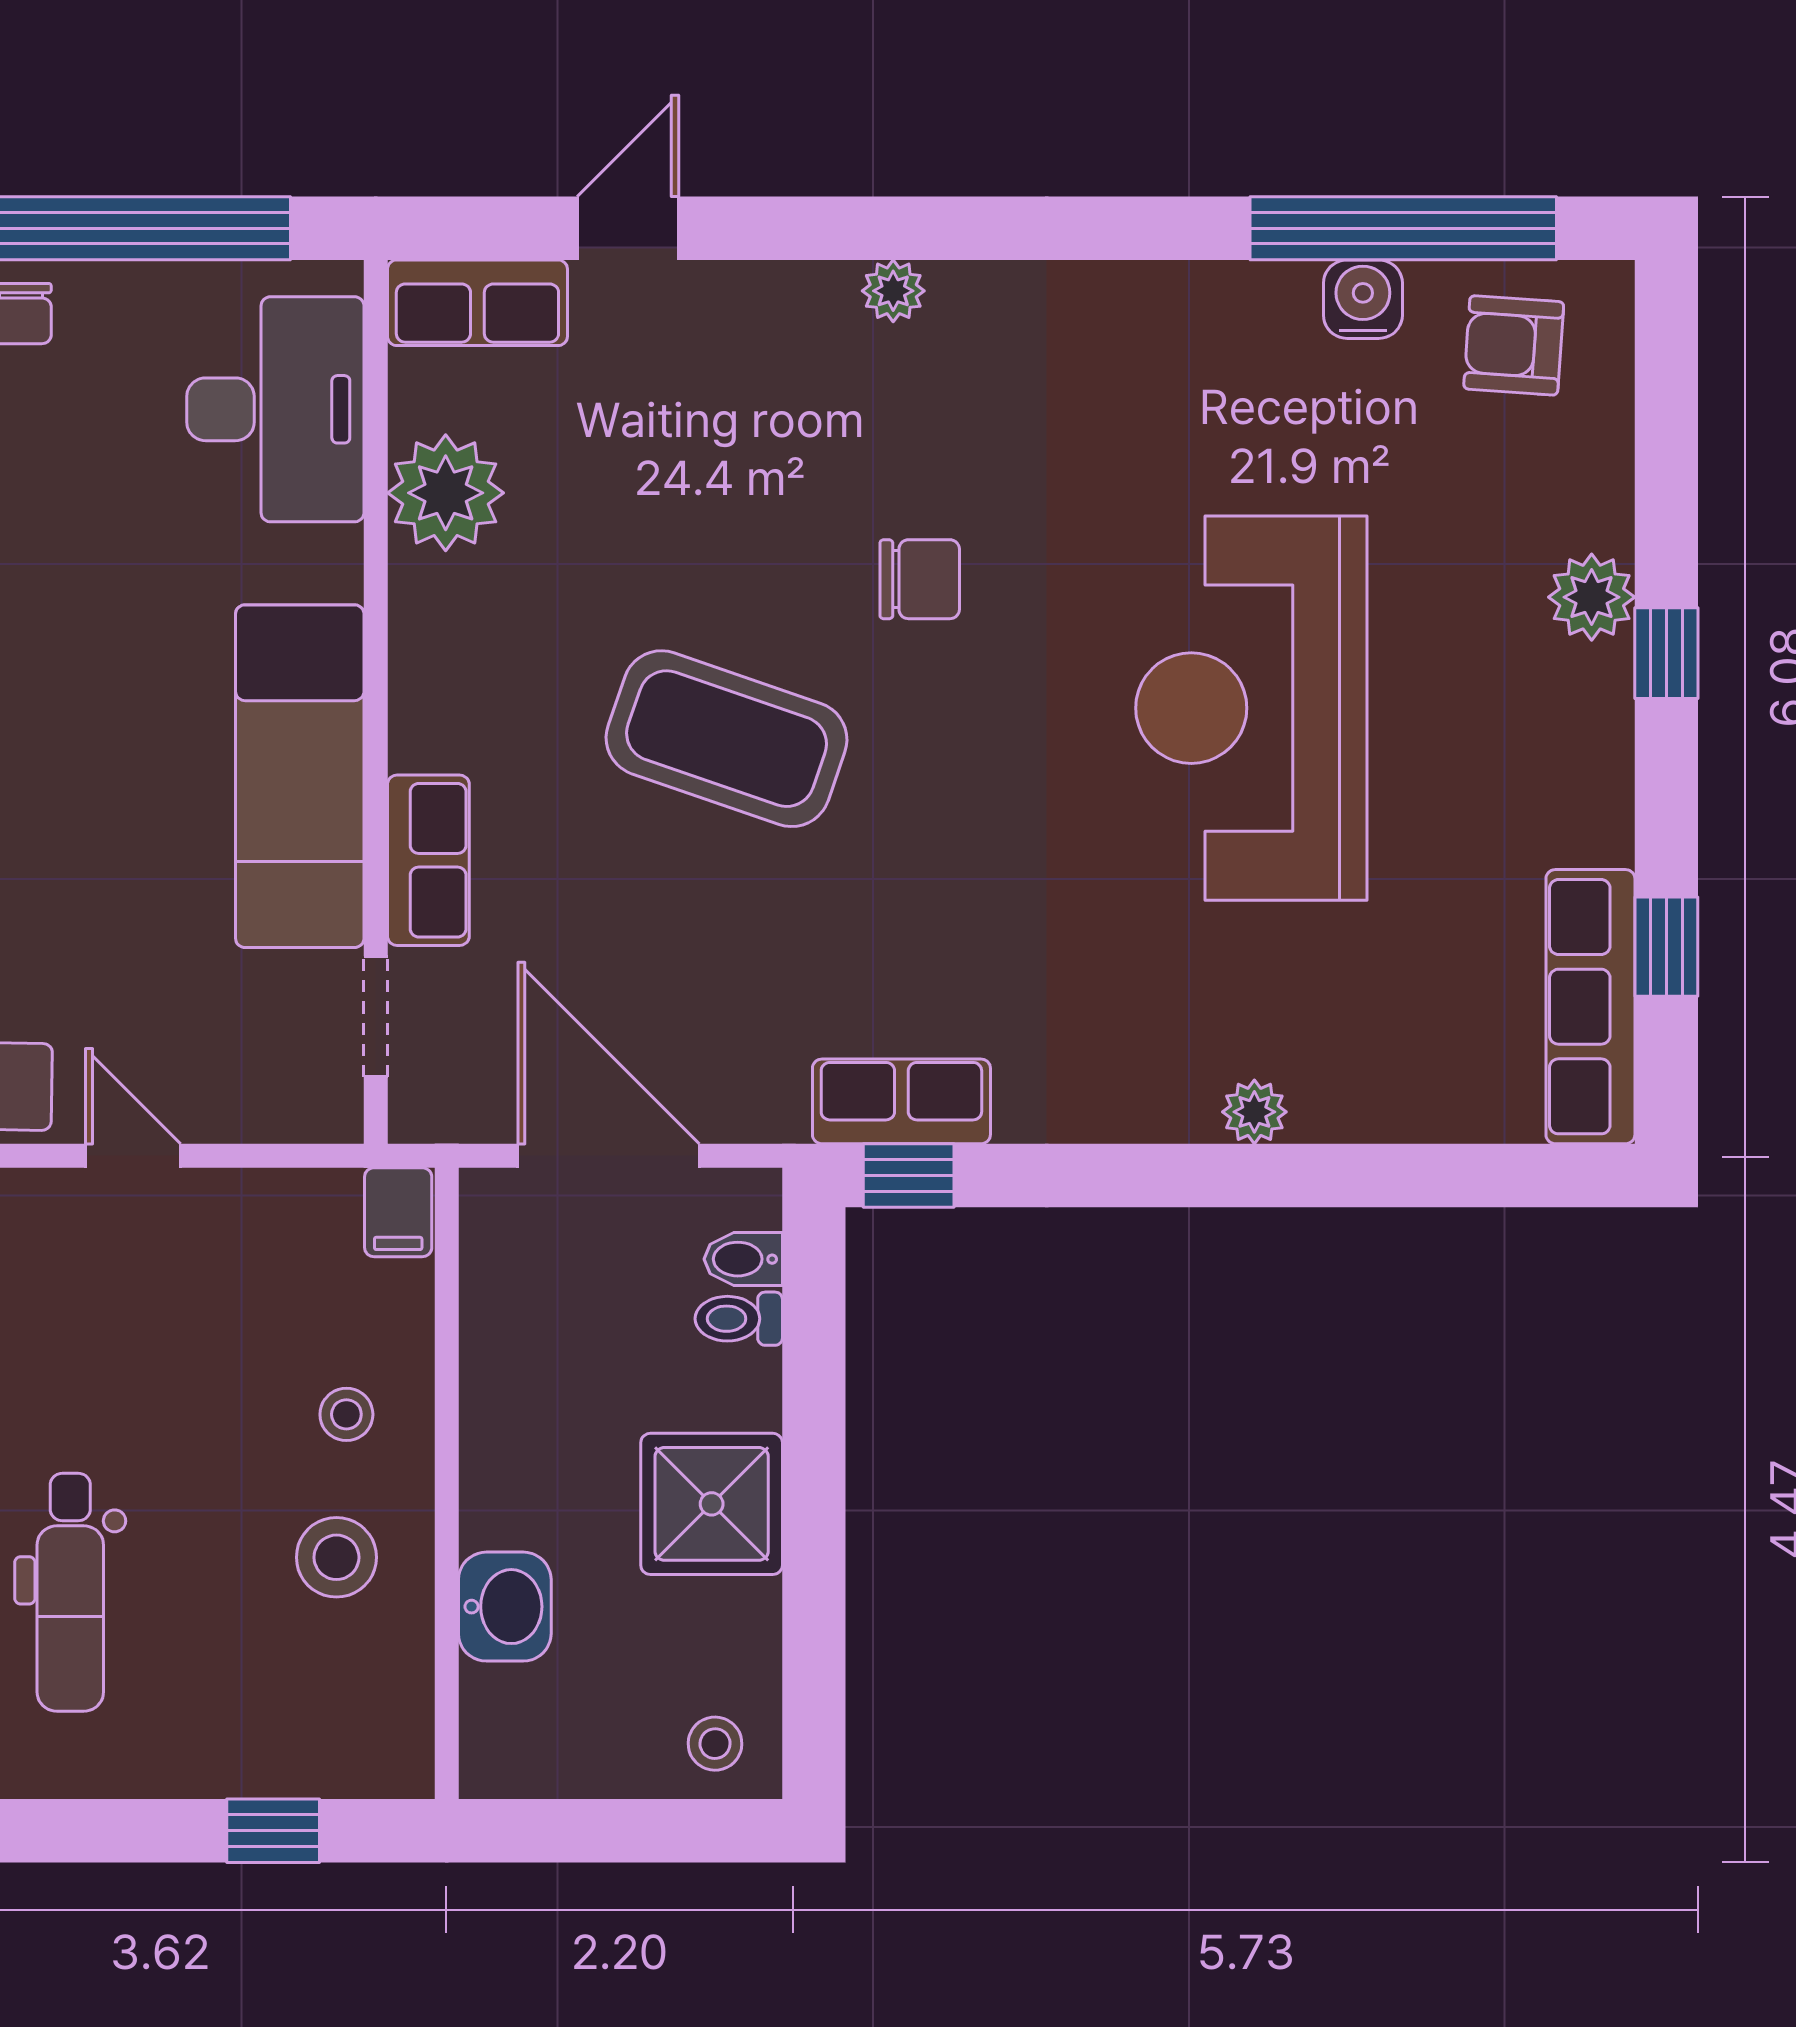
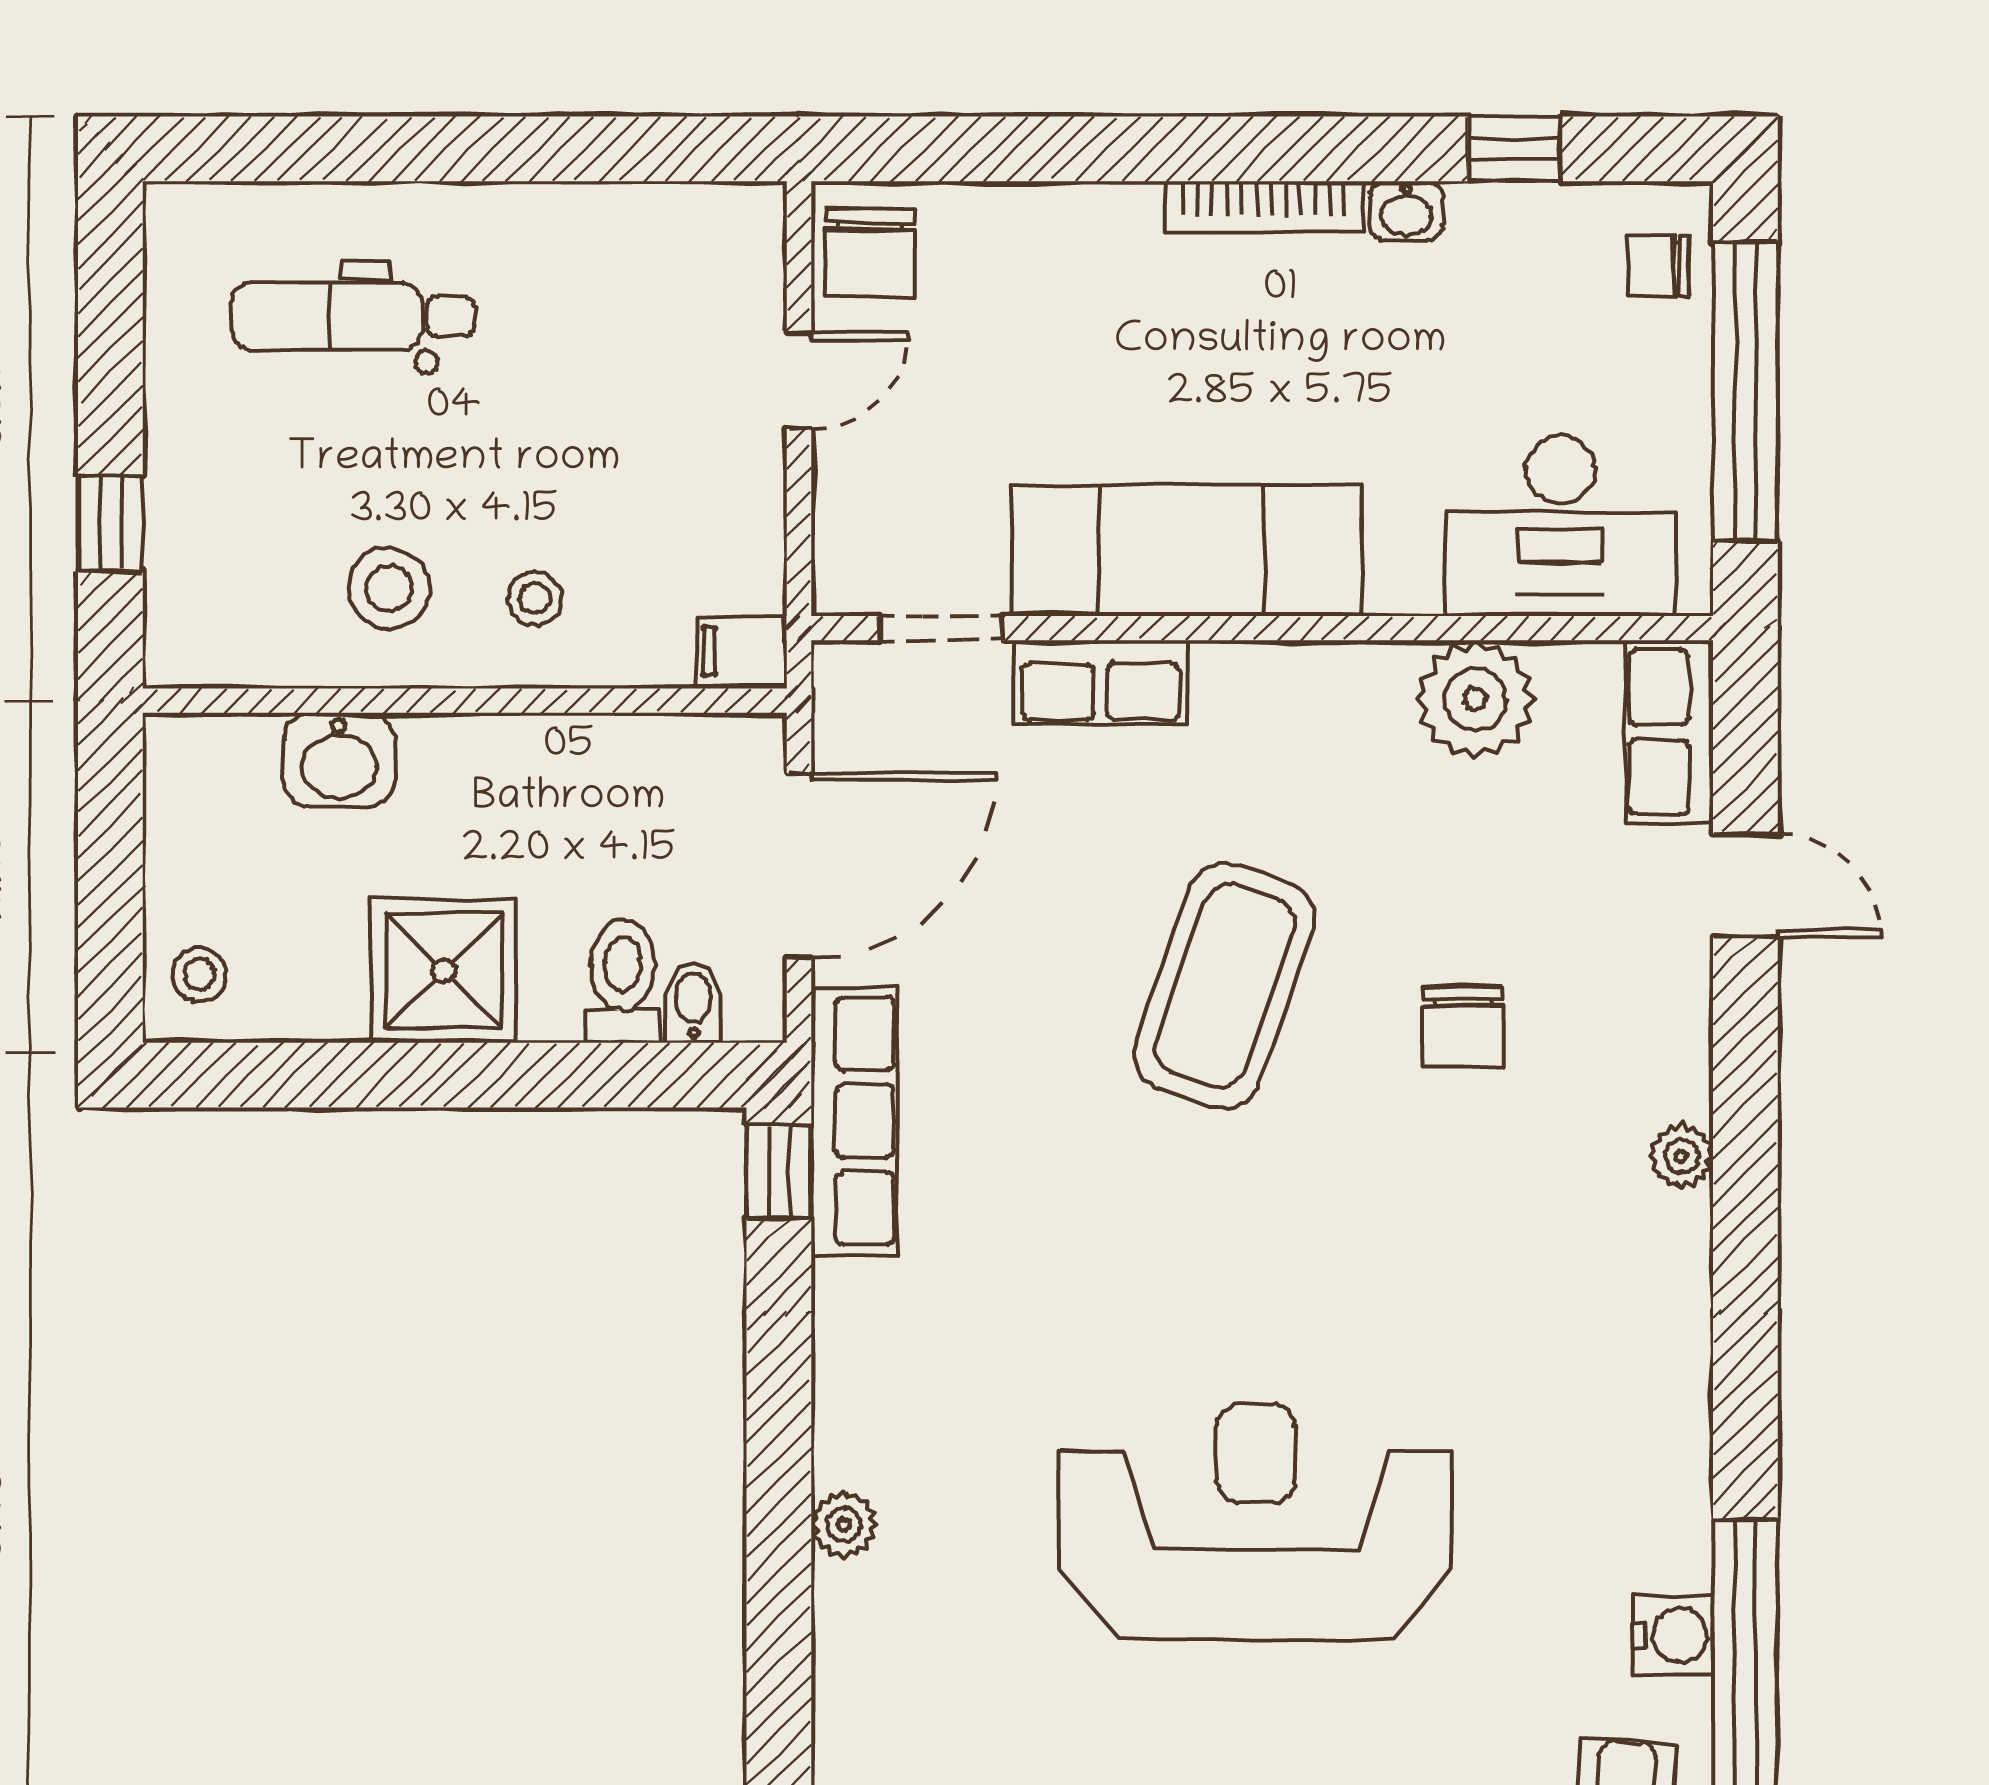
chair: (920, 579) -> (1463, 1027), moved
row of seats: (901, 1101) -> (854, 1121), width x1.48
toilet: (739, 1319) -> (623, 981), width x1.37, depth x1.39

